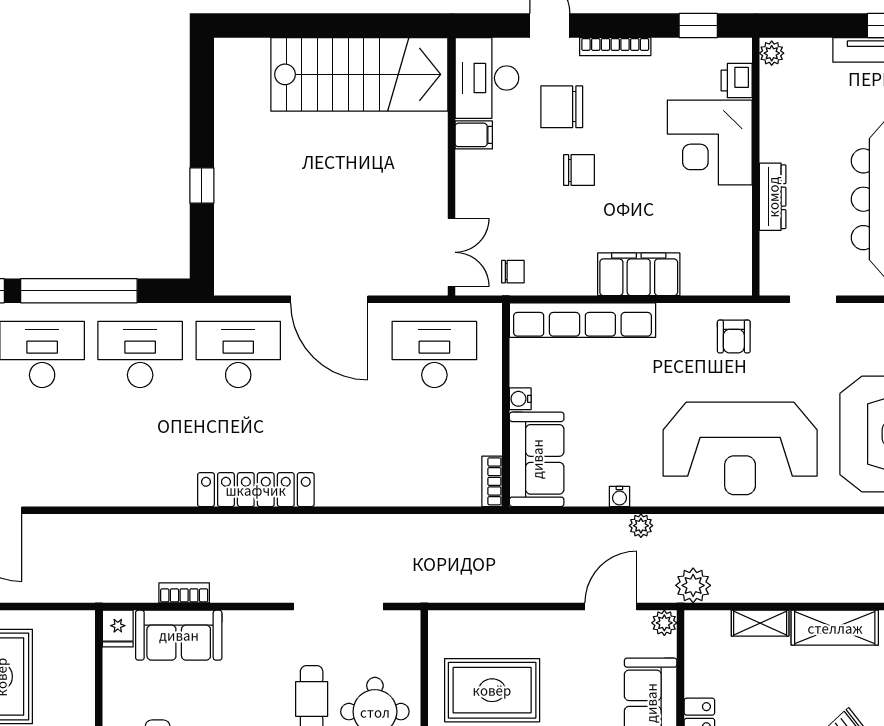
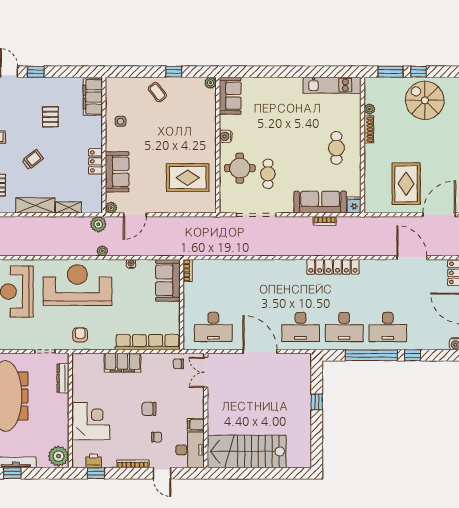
plant: (772, 53) -> (59, 456), width x1.88, depth x1.88
printer: (737, 80) -> (94, 461), moved, turned -90
chair: (562, 107) -> (157, 437), width x0.54, depth x0.54
dresser: (773, 197) -> (63, 378), moved
water cooler: (520, 399) -> (175, 307), removed
locker: (256, 490) -> (333, 267), moved
plant: (641, 526) -> (102, 251), moved
sofa: (179, 635) -> (320, 202), width x1.36

